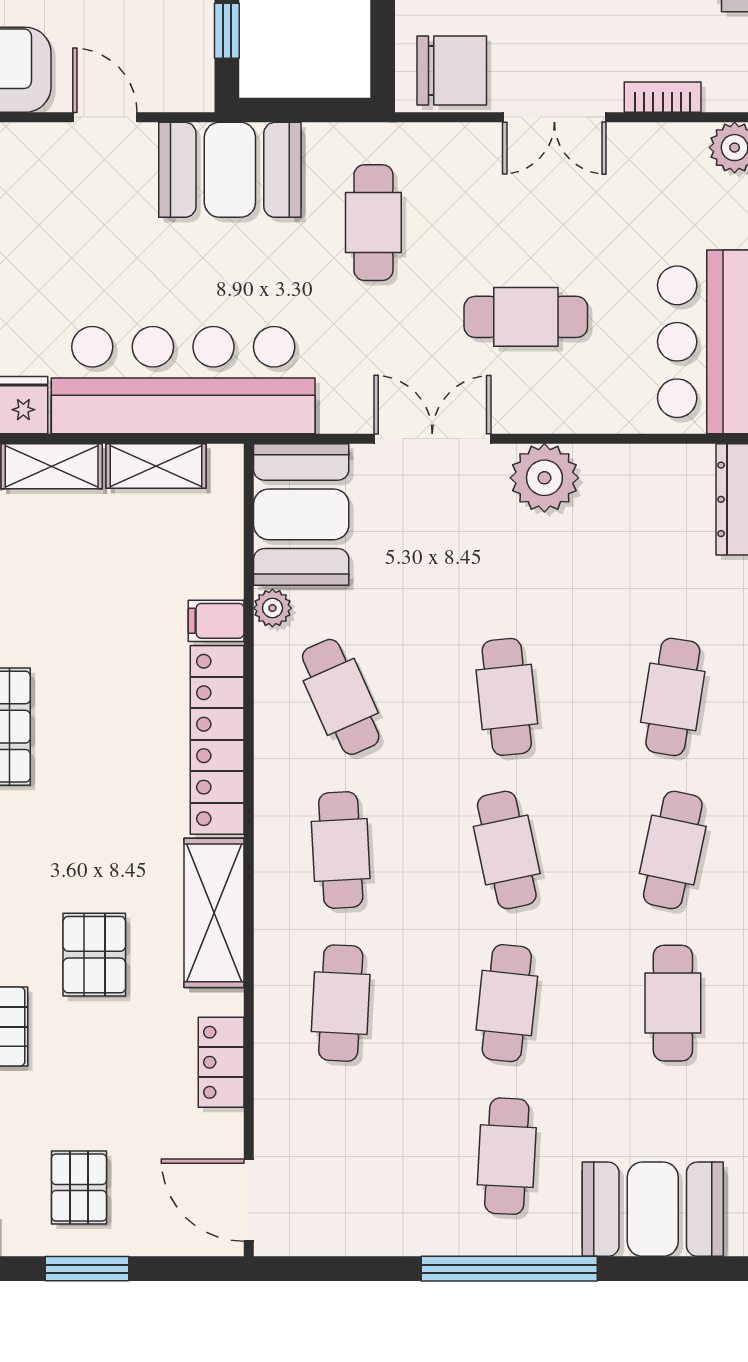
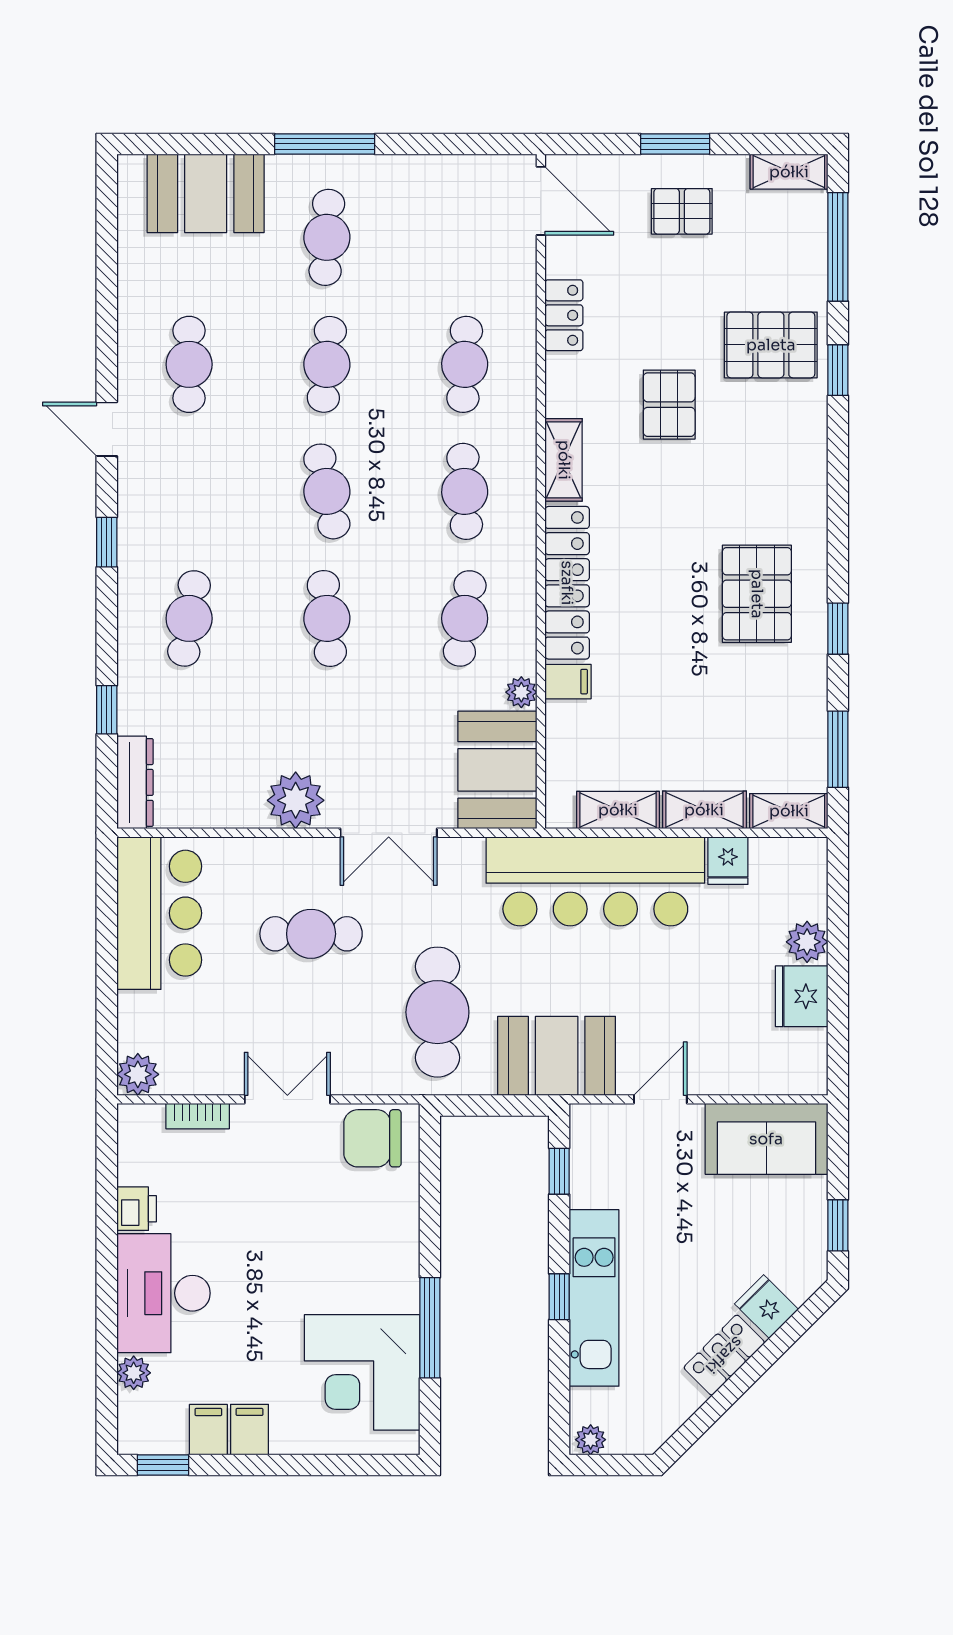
door: (105, 117) -> (660, 1099), swing flipped
cafe table: (373, 223) -> (437, 1012), width x1.37, depth x1.35
cafe table: (341, 697) -> (465, 618), turned 33
cafe table: (673, 850) -> (189, 491), removed
shelving: (214, 913) -> (564, 460), width x0.67, depth x0.75
pallet: (79, 1188) -> (682, 211), turned 90
window: (509, 1269) -> (325, 144), width x0.68

